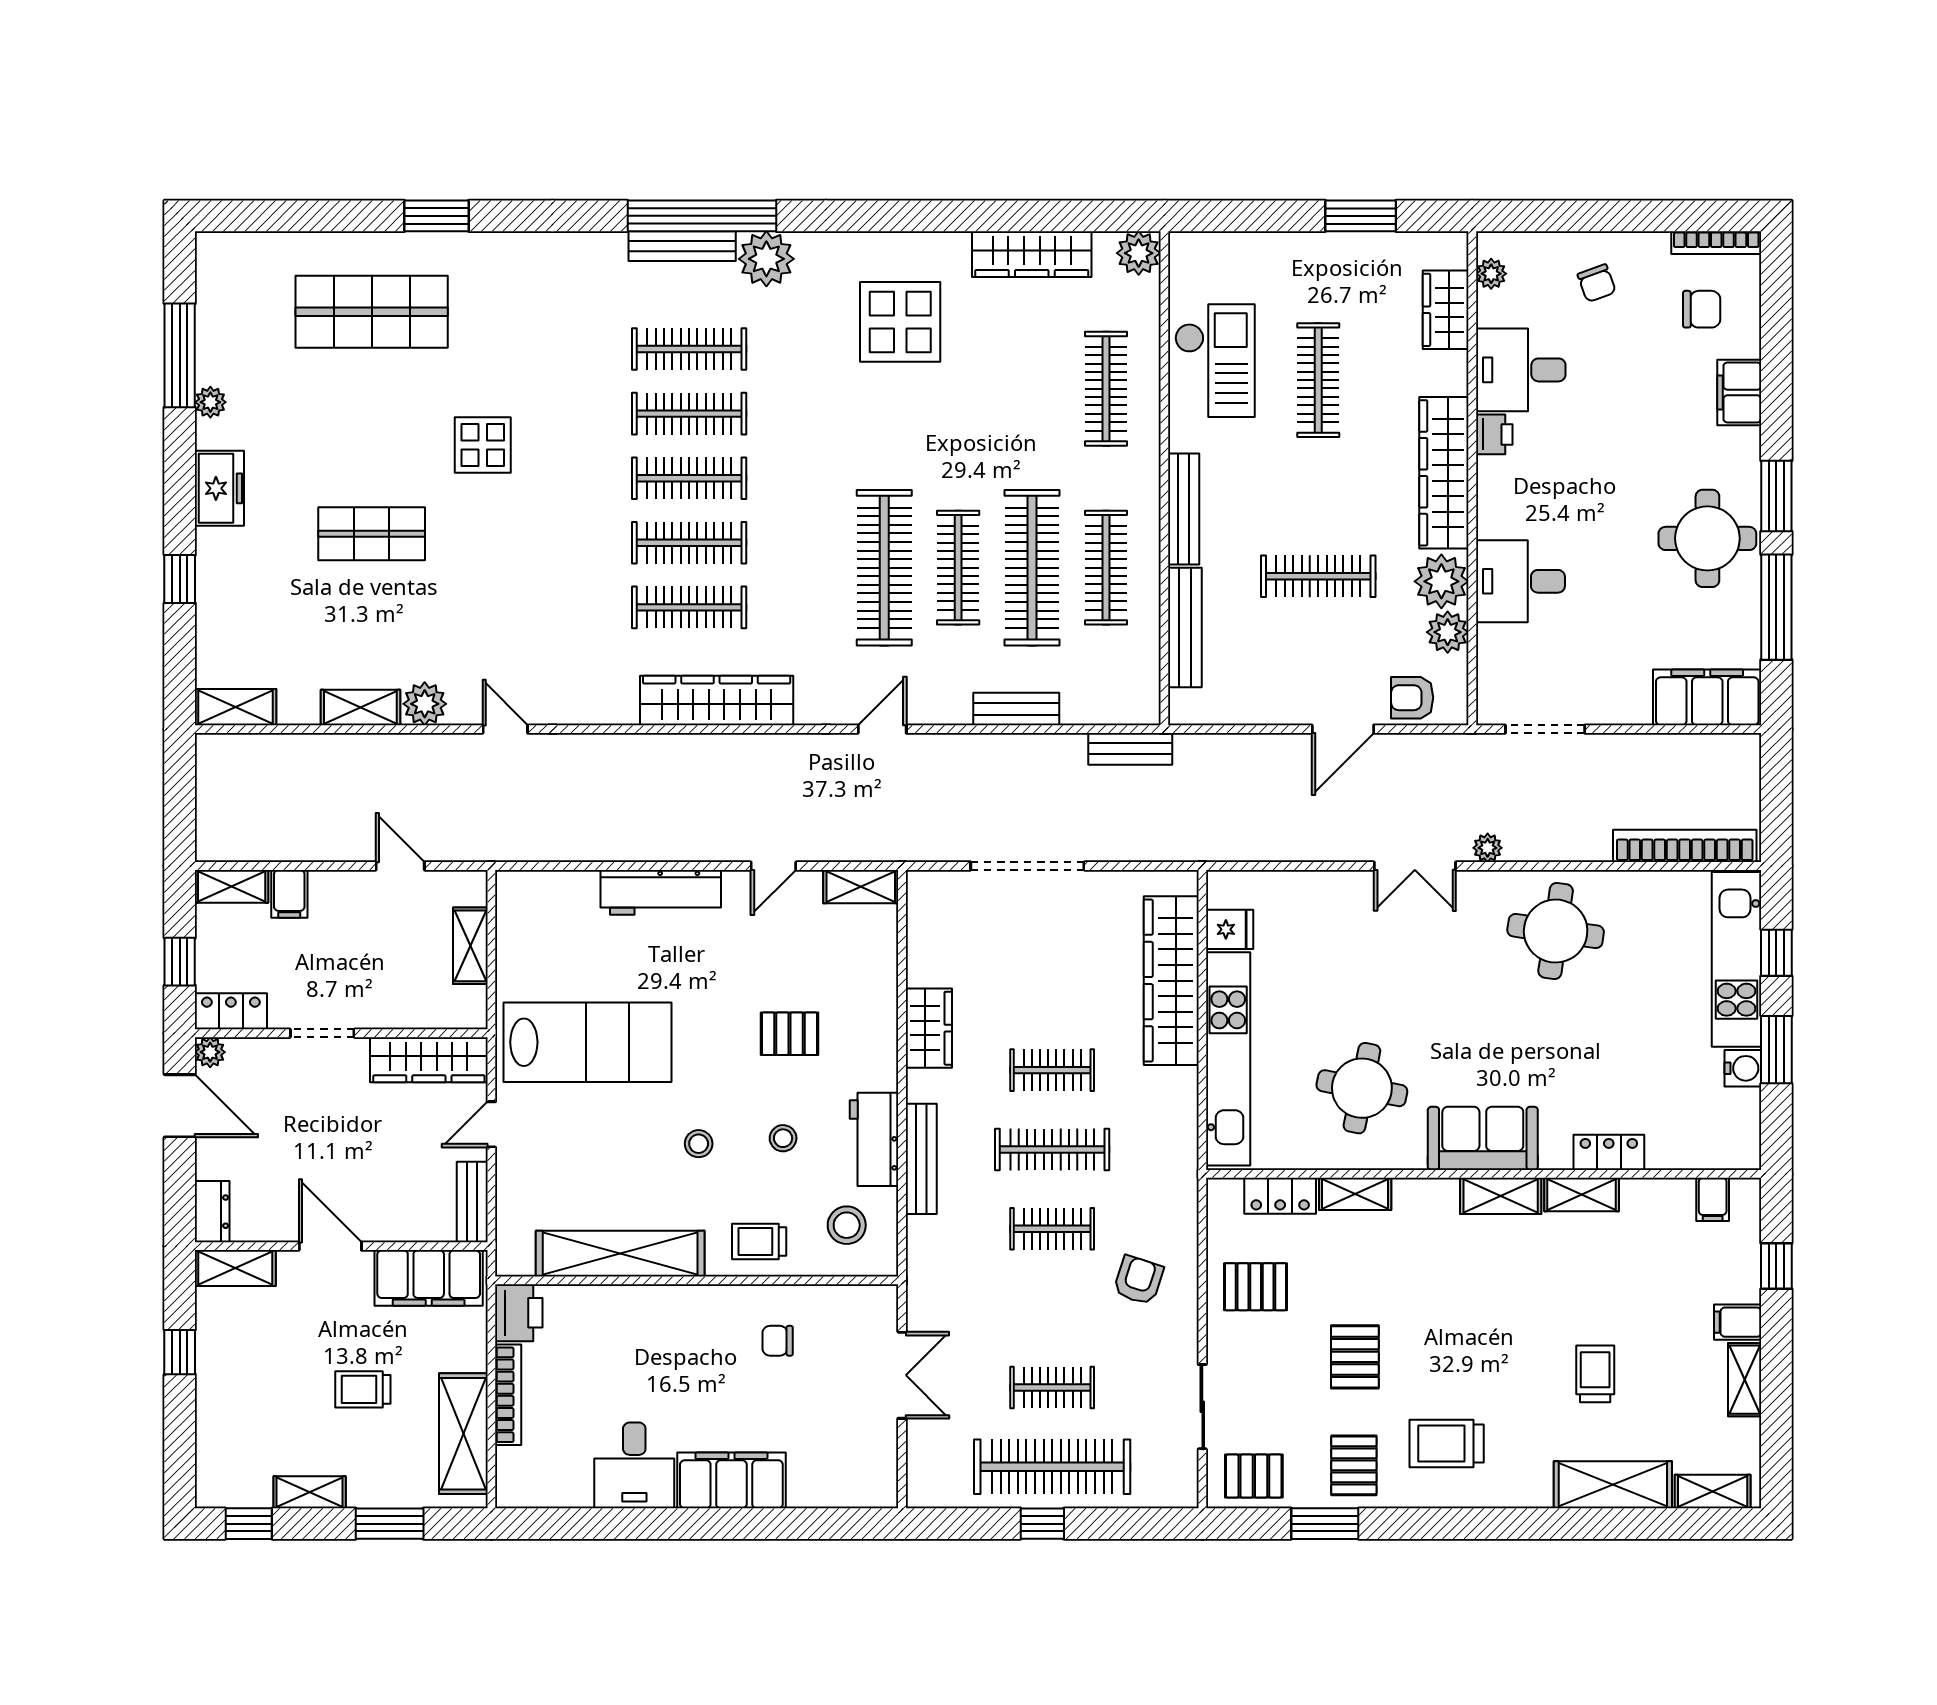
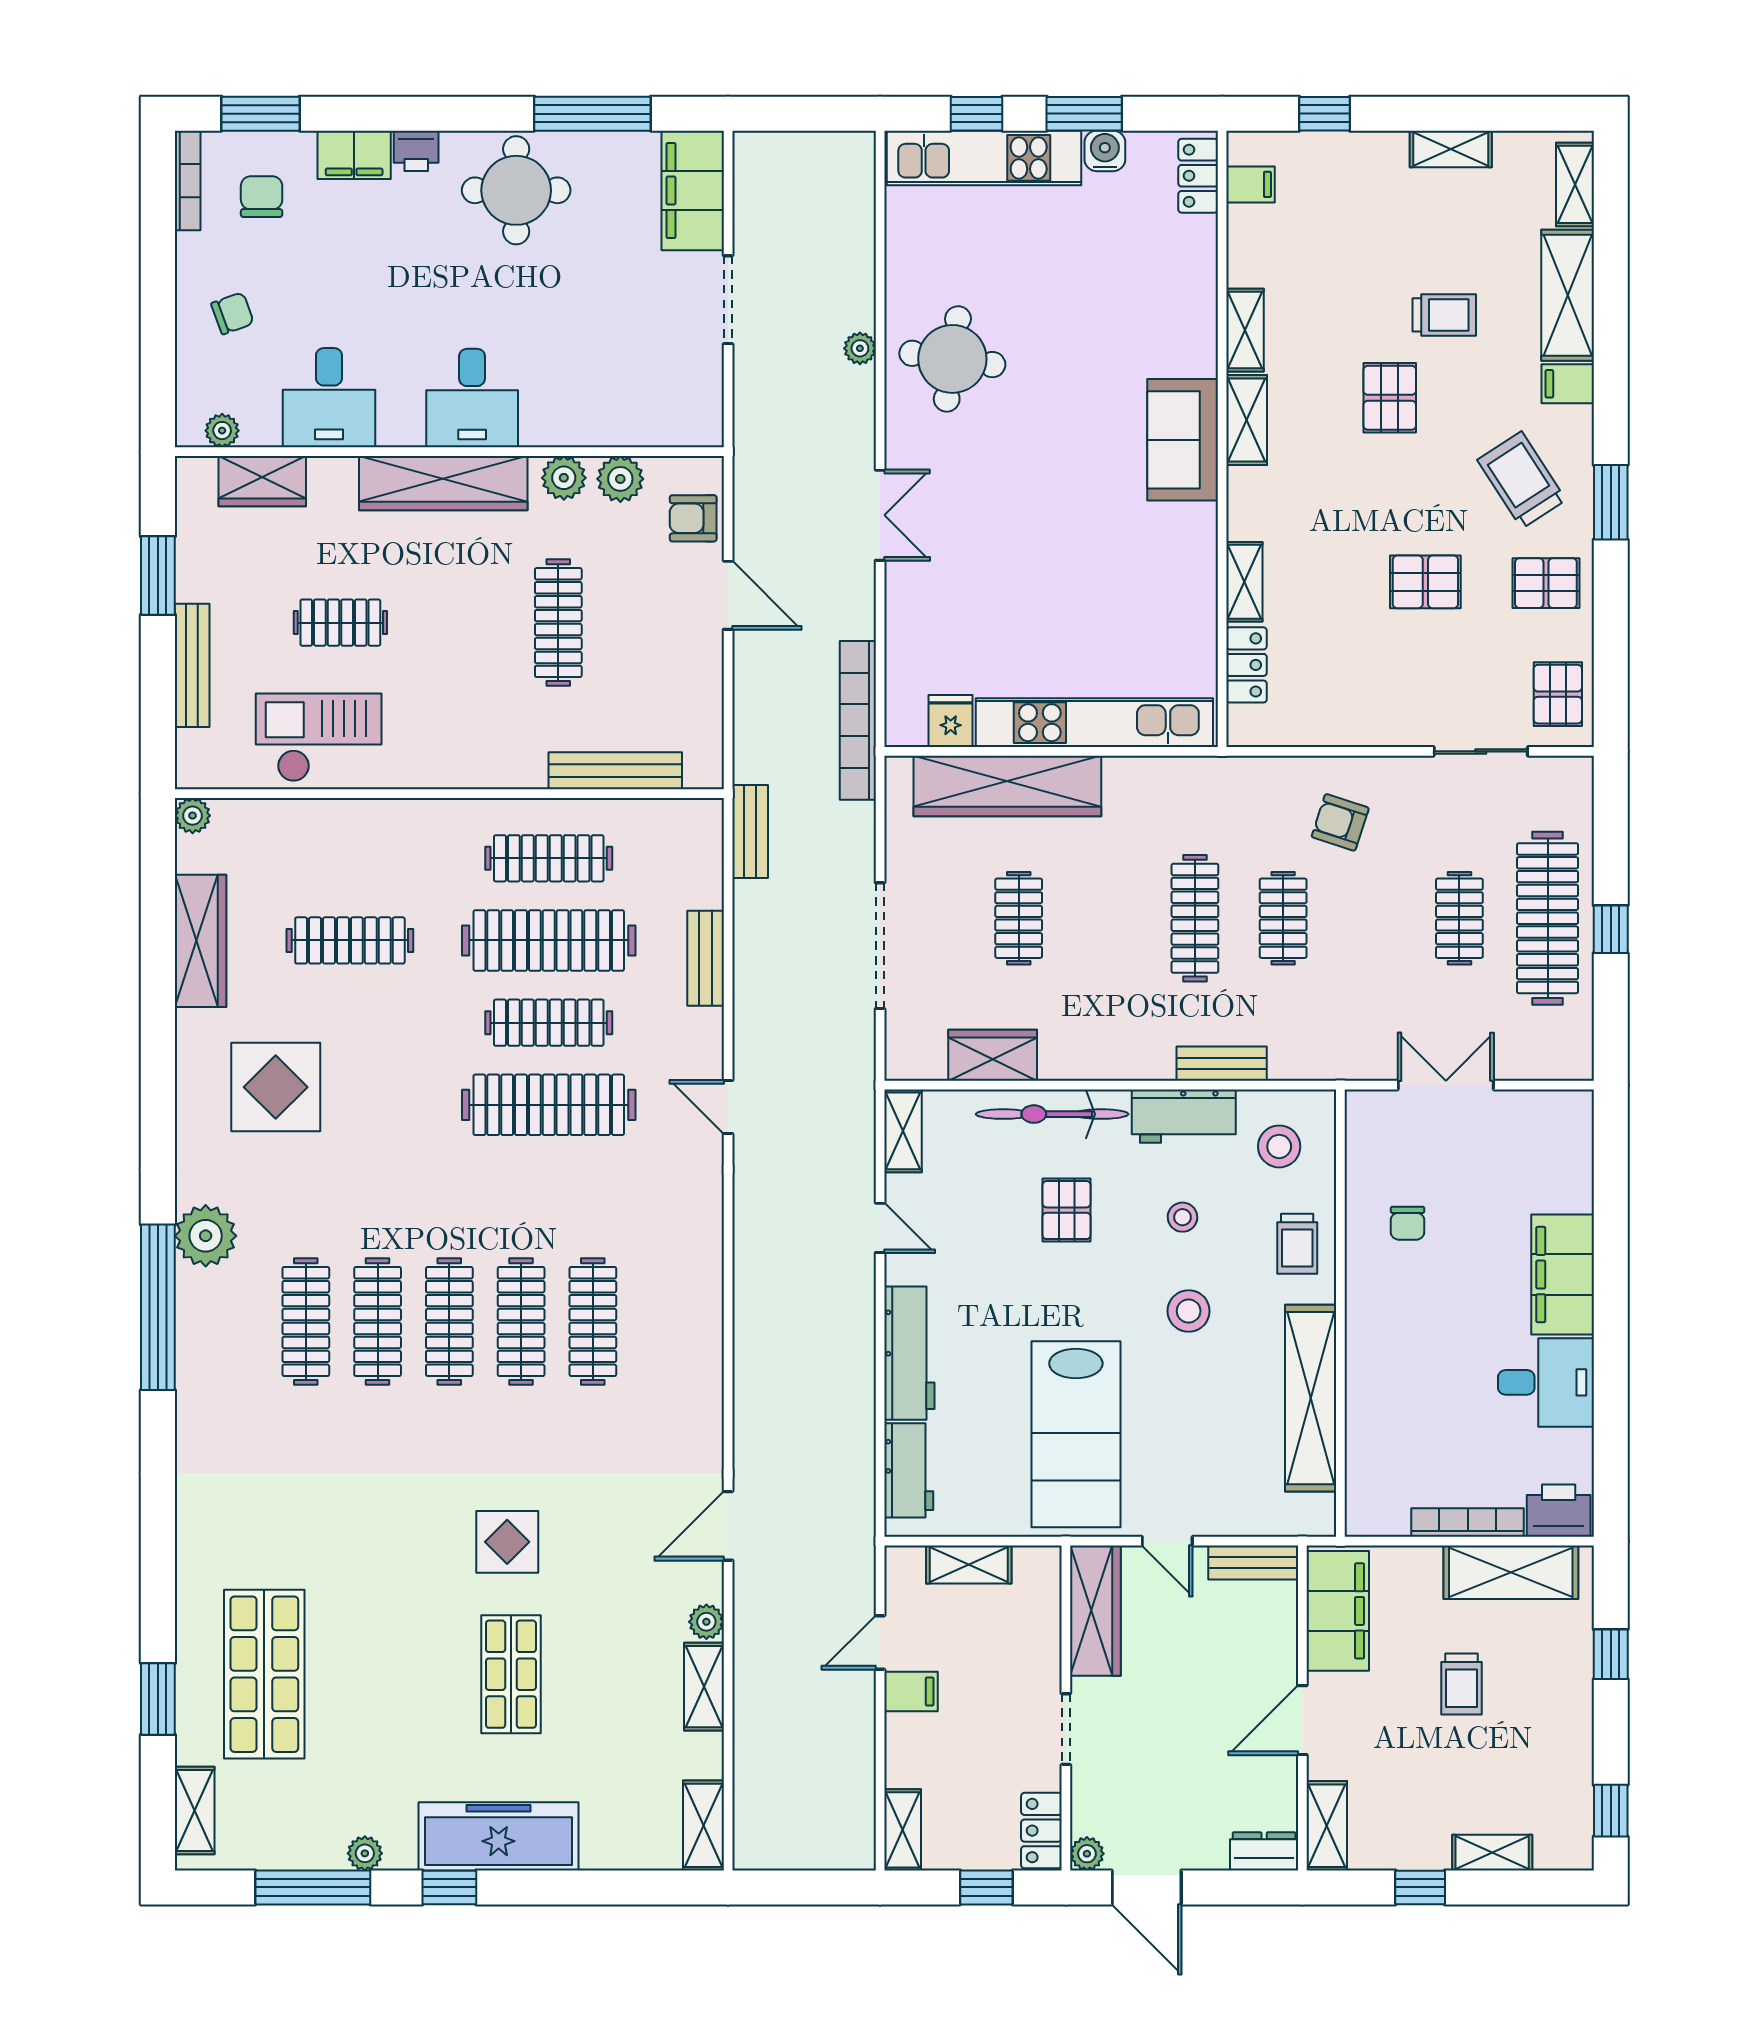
window: (437, 216) -> (158, 1699), moved
bench: (682, 246) -> (191, 1329), removed
shelving: (249, 249) -> (195, 1811), added
plant: (1139, 253) -> (193, 816), width x0.73, depth x0.73
clothes rail: (1318, 380) -> (340, 623), width x0.73
clothes rail: (1106, 389) -> (350, 940), moved
printer: (1494, 434) -> (416, 151), moved, turned 180
display table: (483, 445) -> (507, 1542), moved
freezer: (219, 488) -> (499, 1836), width x1.91, depth x1.26
window: (1776, 496) -> (261, 114), moved
bench: (1184, 509) -> (192, 665), moved, turned 90
window: (180, 579) -> (449, 1887), moved
plant: (1441, 581) -> (564, 478), width x0.73, depth x0.73
desk: (1520, 581) -> (472, 398), moved
armchair: (1412, 698) -> (693, 518), turned 90
wardrobe: (717, 701) -> (696, 1291), removed
plant: (425, 704) -> (706, 1622), width x0.73, depth x0.73
door: (505, 729) -> (728, 1526), width x1.38
doorway: (1545, 729) -> (728, 300), moved
bookcase: (1685, 846) -> (858, 720), moved
plant: (1488, 848) -> (860, 348), moved
workbench: (555, 892) -> (909, 1470), added
filing cabinet: (289, 894) -> (911, 1692), moved
bicycle: (876, 1021) -> (1052, 1114), added
wardrobe: (929, 1028) -> (993, 1055), moved
lab bench: (588, 1042) -> (1076, 1434), turned 180
clothes rail: (1052, 1070) -> (1019, 918), moved
round table: (1362, 1088) -> (1127, 574), removed
door: (180, 1106) -> (1147, 1887), swing flipped
stool: (699, 1144) -> (1189, 1311), width x1.37, depth x1.37
locker: (1609, 1152) -> (1198, 176), moved
bench: (921, 1159) -> (1222, 1064), width x0.73
pallet: (1256, 1287) -> (1390, 398), moved
printer: (519, 1313) -> (1559, 1511), moved
filing cabinet: (1738, 1322) -> (1568, 384), moved, turned 90
trolley: (1595, 1374) -> (1444, 315), turned 180
trolley: (1447, 1444) -> (1522, 480), turned 147
shelving: (310, 1492) -> (1492, 1853), moved, turned 90
window: (390, 1524) -> (1611, 1654), width x0.67
window: (1325, 1524) -> (1611, 502), moved

